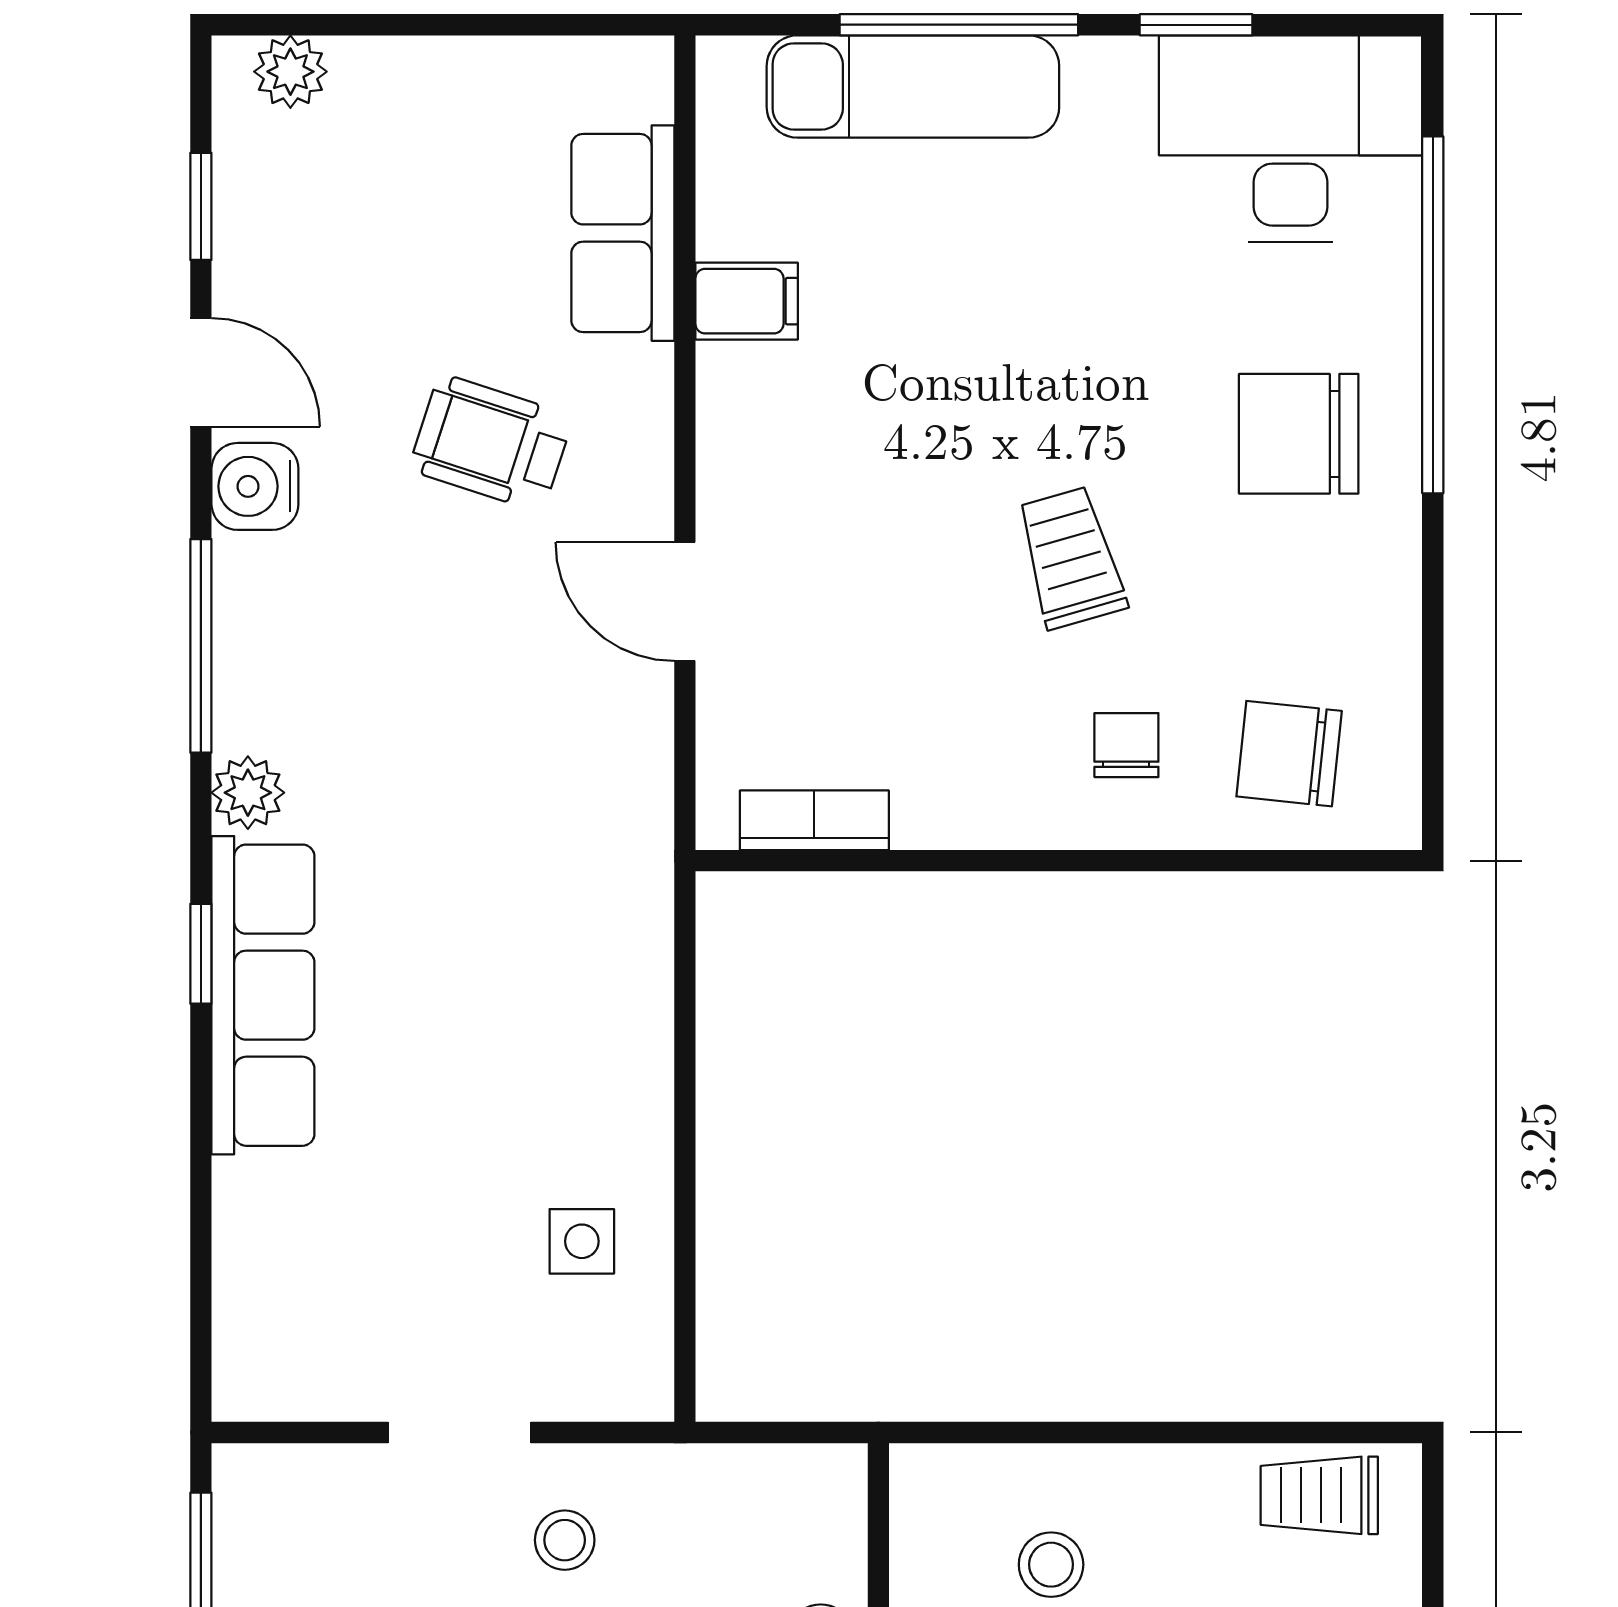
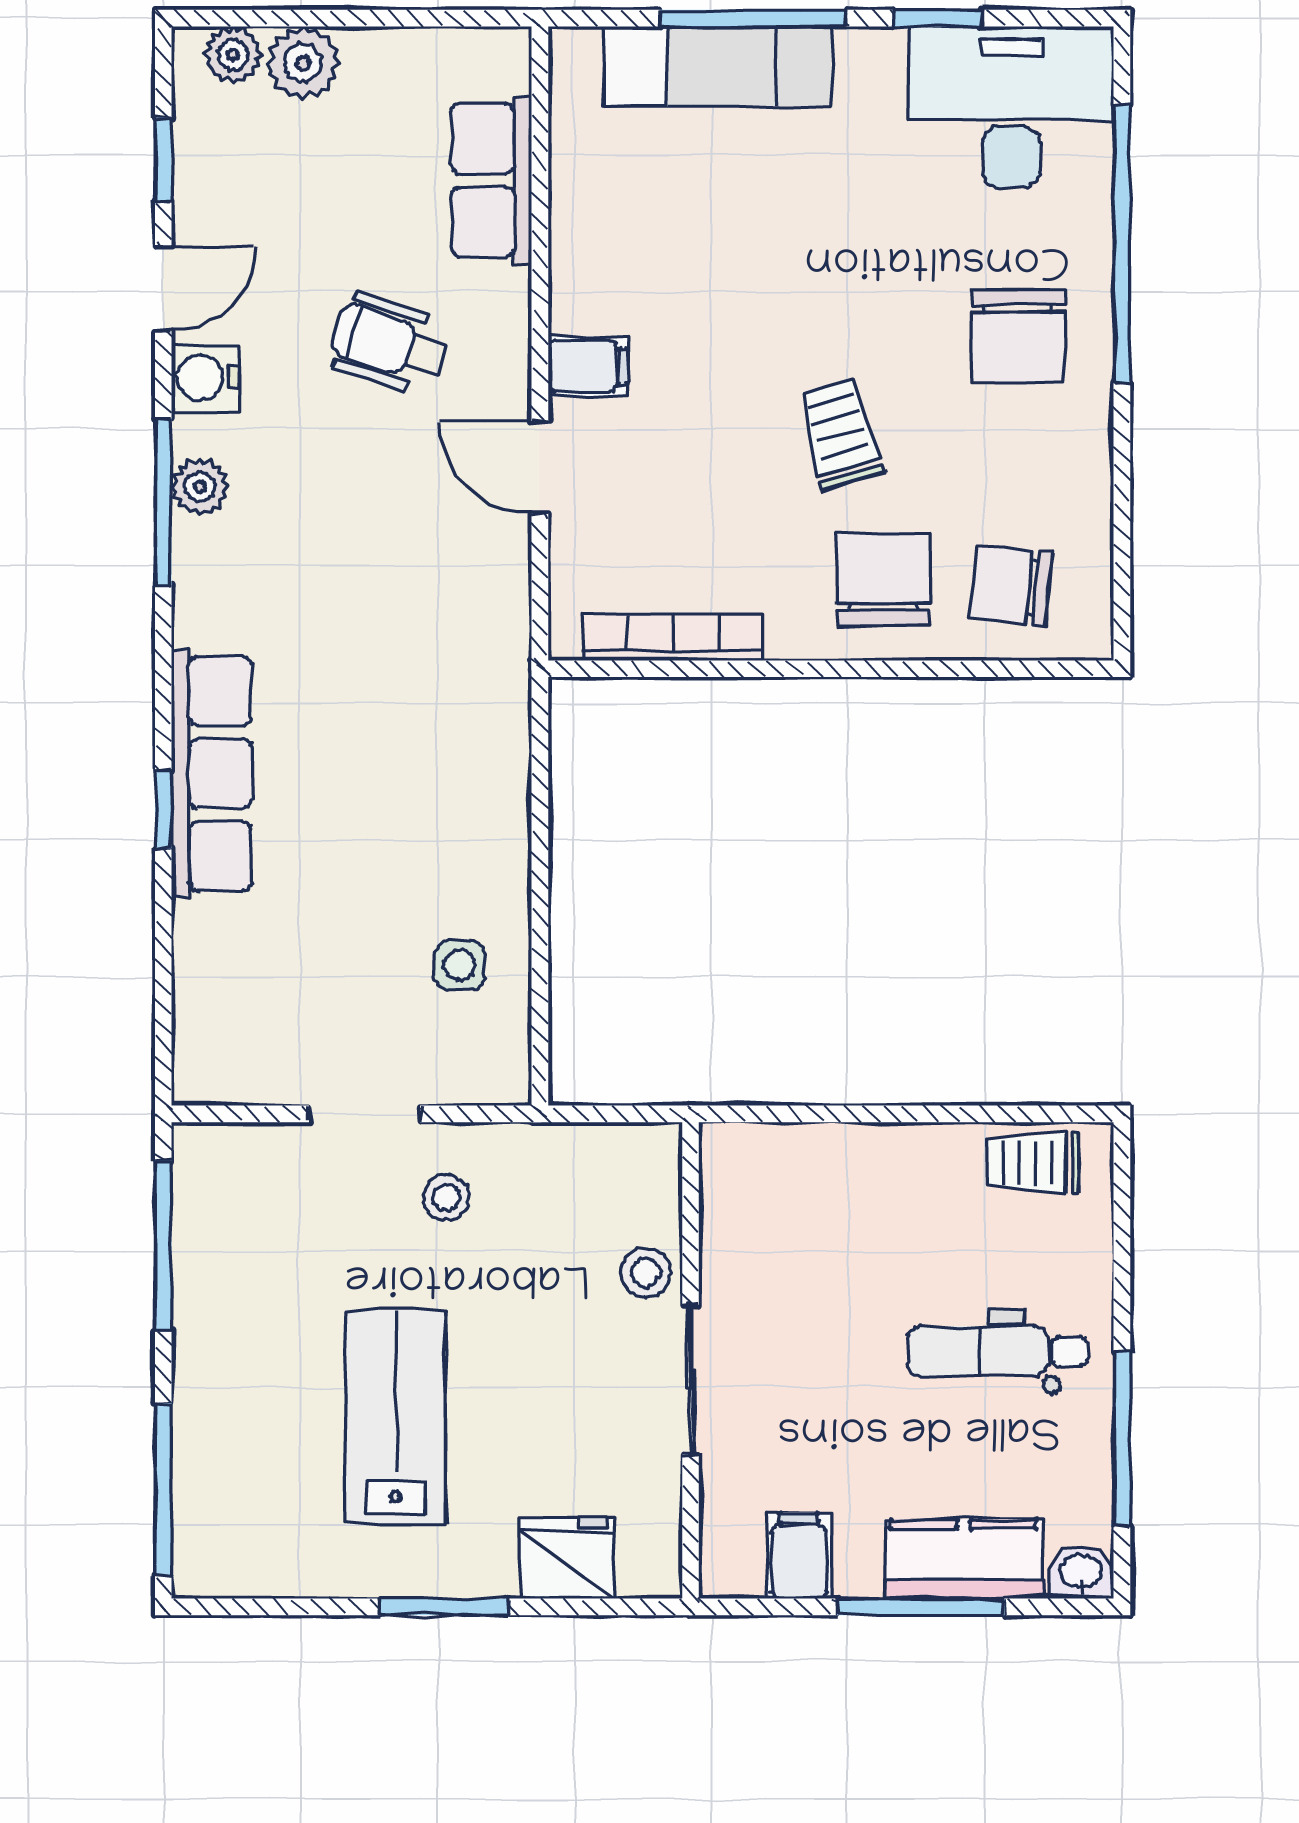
plant: (381, 82) -> (303, 63), added
filing cabinet: (747, 301) -> (588, 366), moved
door: (201, 372) -> (163, 289), hinge flipped
chair: (1299, 434) -> (1018, 337), turned -90
chair: (1126, 745) -> (884, 579), width x1.87, depth x1.87
plant: (248, 793) -> (200, 487), moved
bookcase: (814, 820) -> (673, 637), width x1.56
window: (201, 954) -> (163, 809), moved
stool: (1051, 1565) -> (825, 1217), removed

